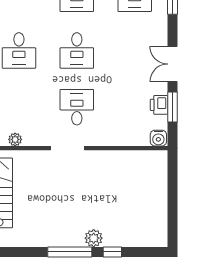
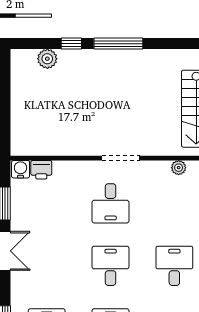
printer: (159, 105) -> (41, 170), moved, turned 90
plant: (94, 238) -> (47, 59), moved

